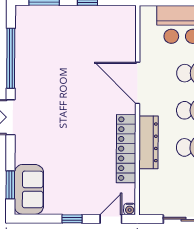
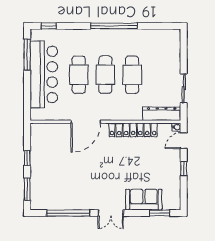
dresser: (148, 142) -> (162, 114), moved
sofa: (29, 189) -> (144, 200), moved
door: (111, 219) -> (184, 141), hinge flipped

